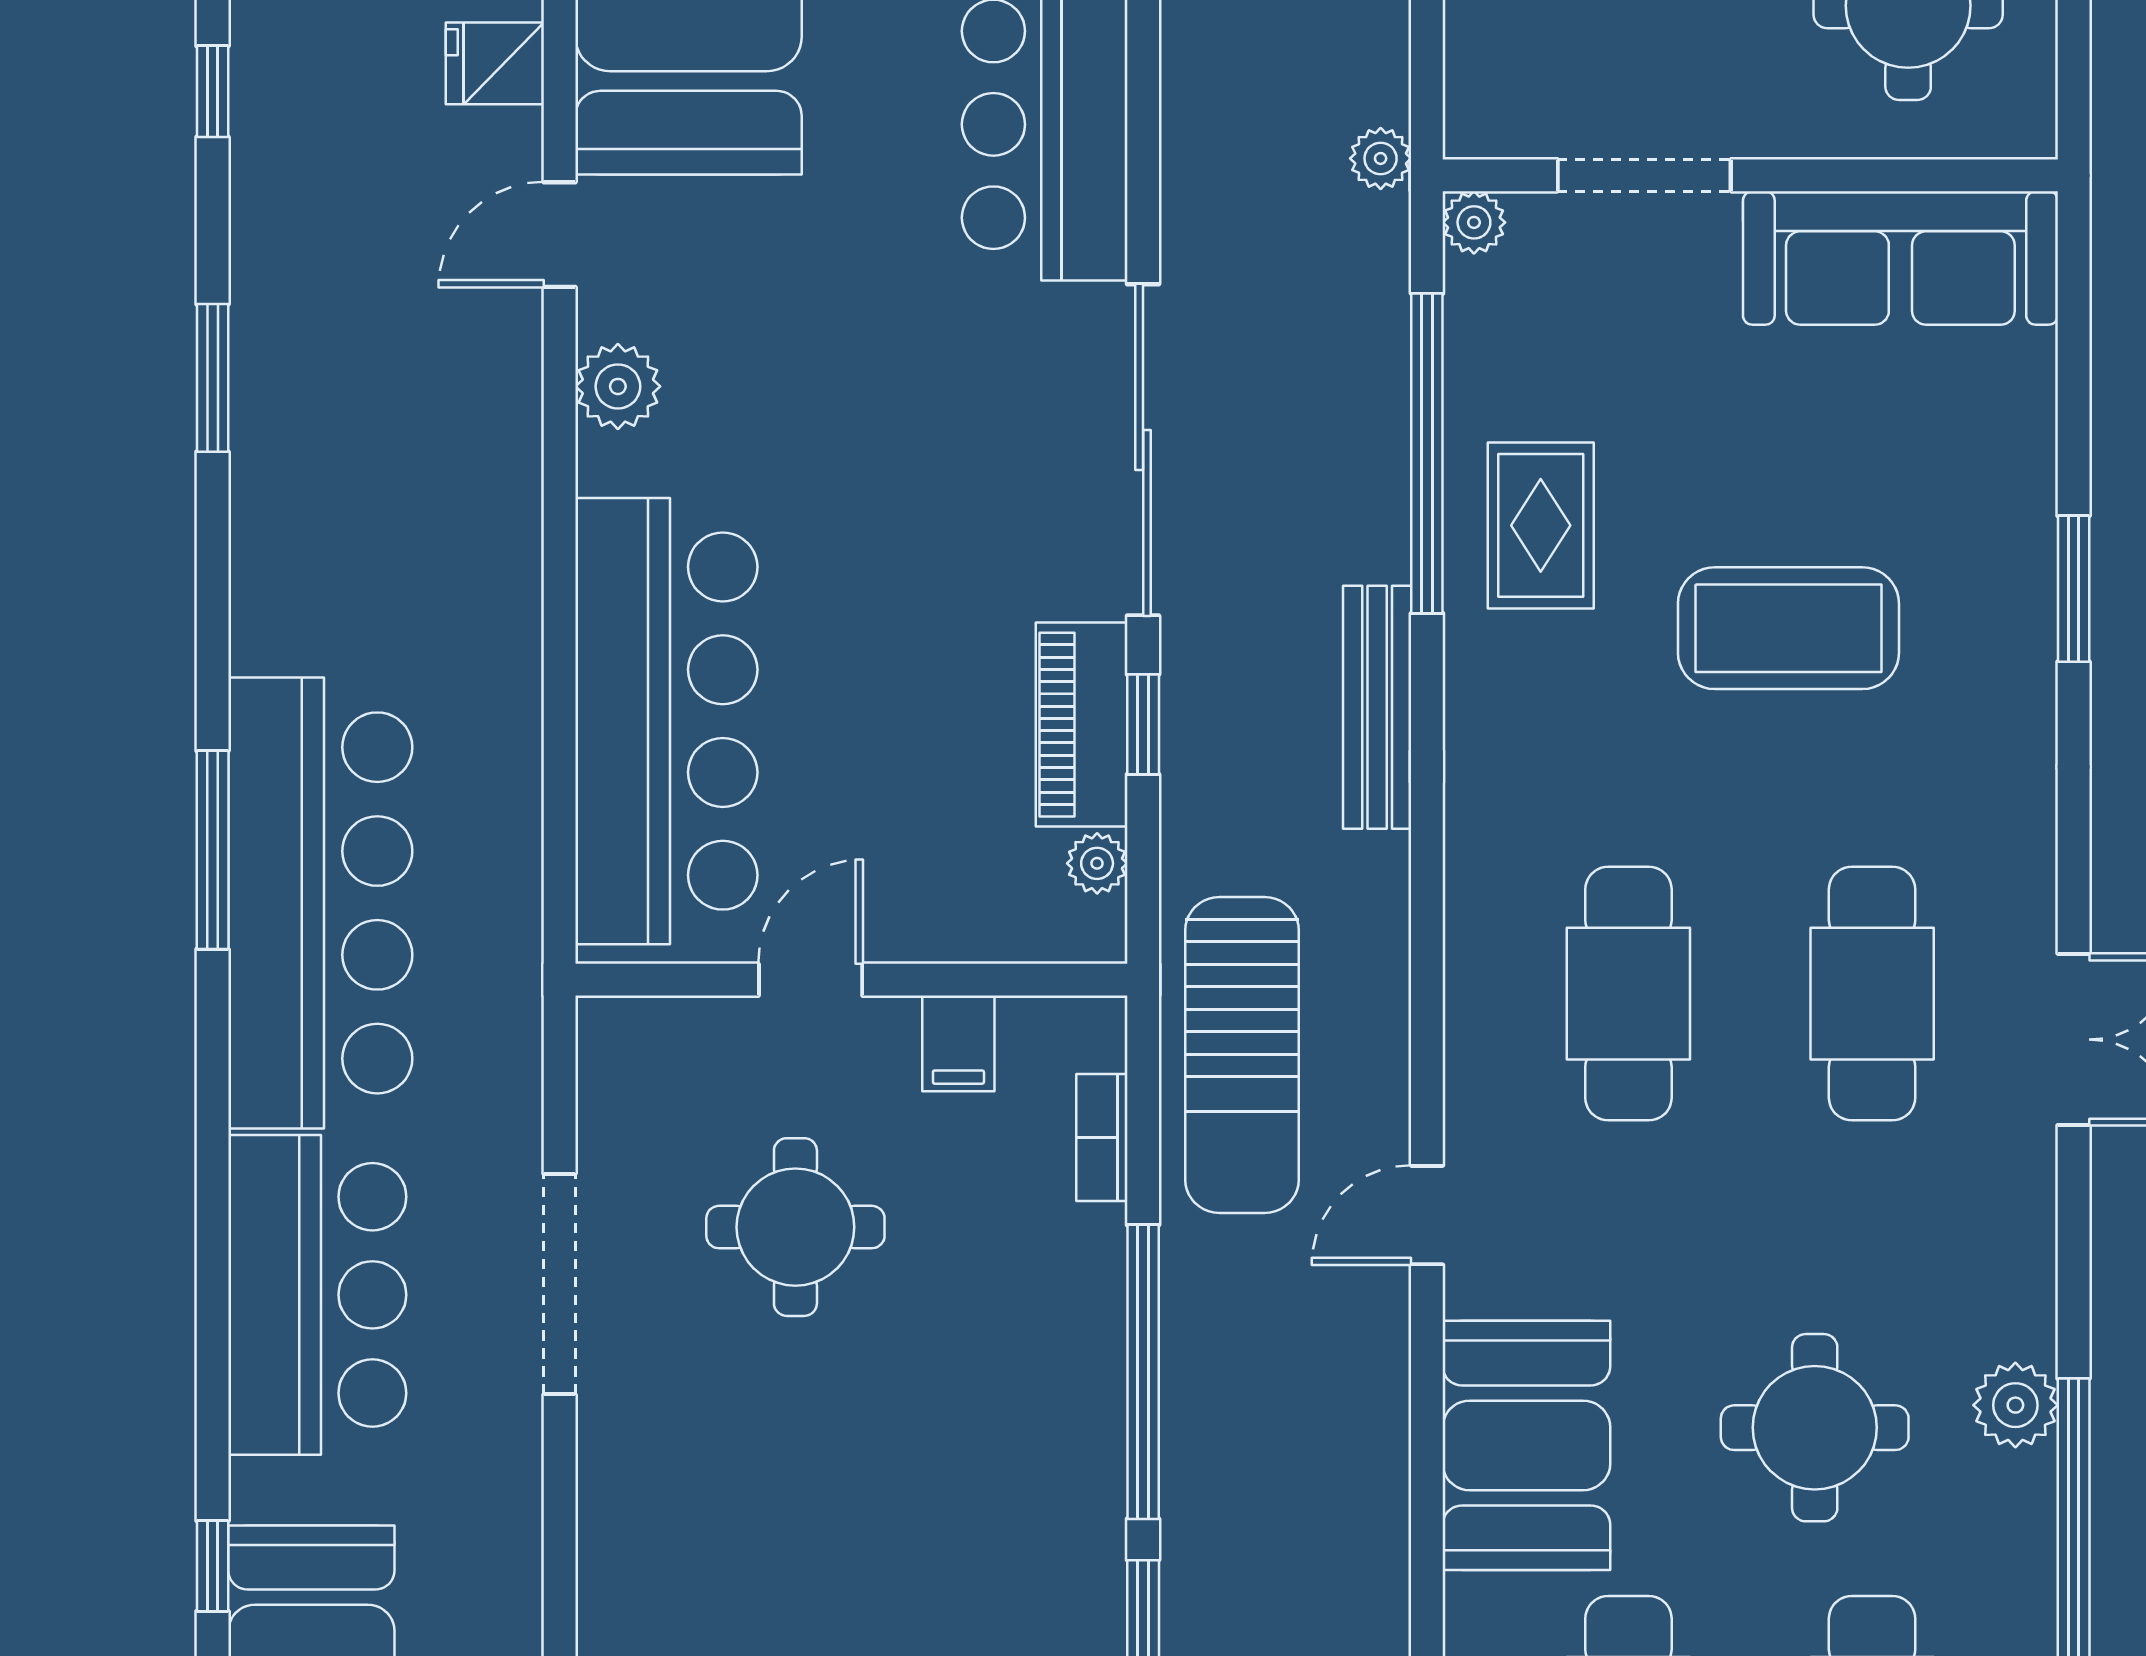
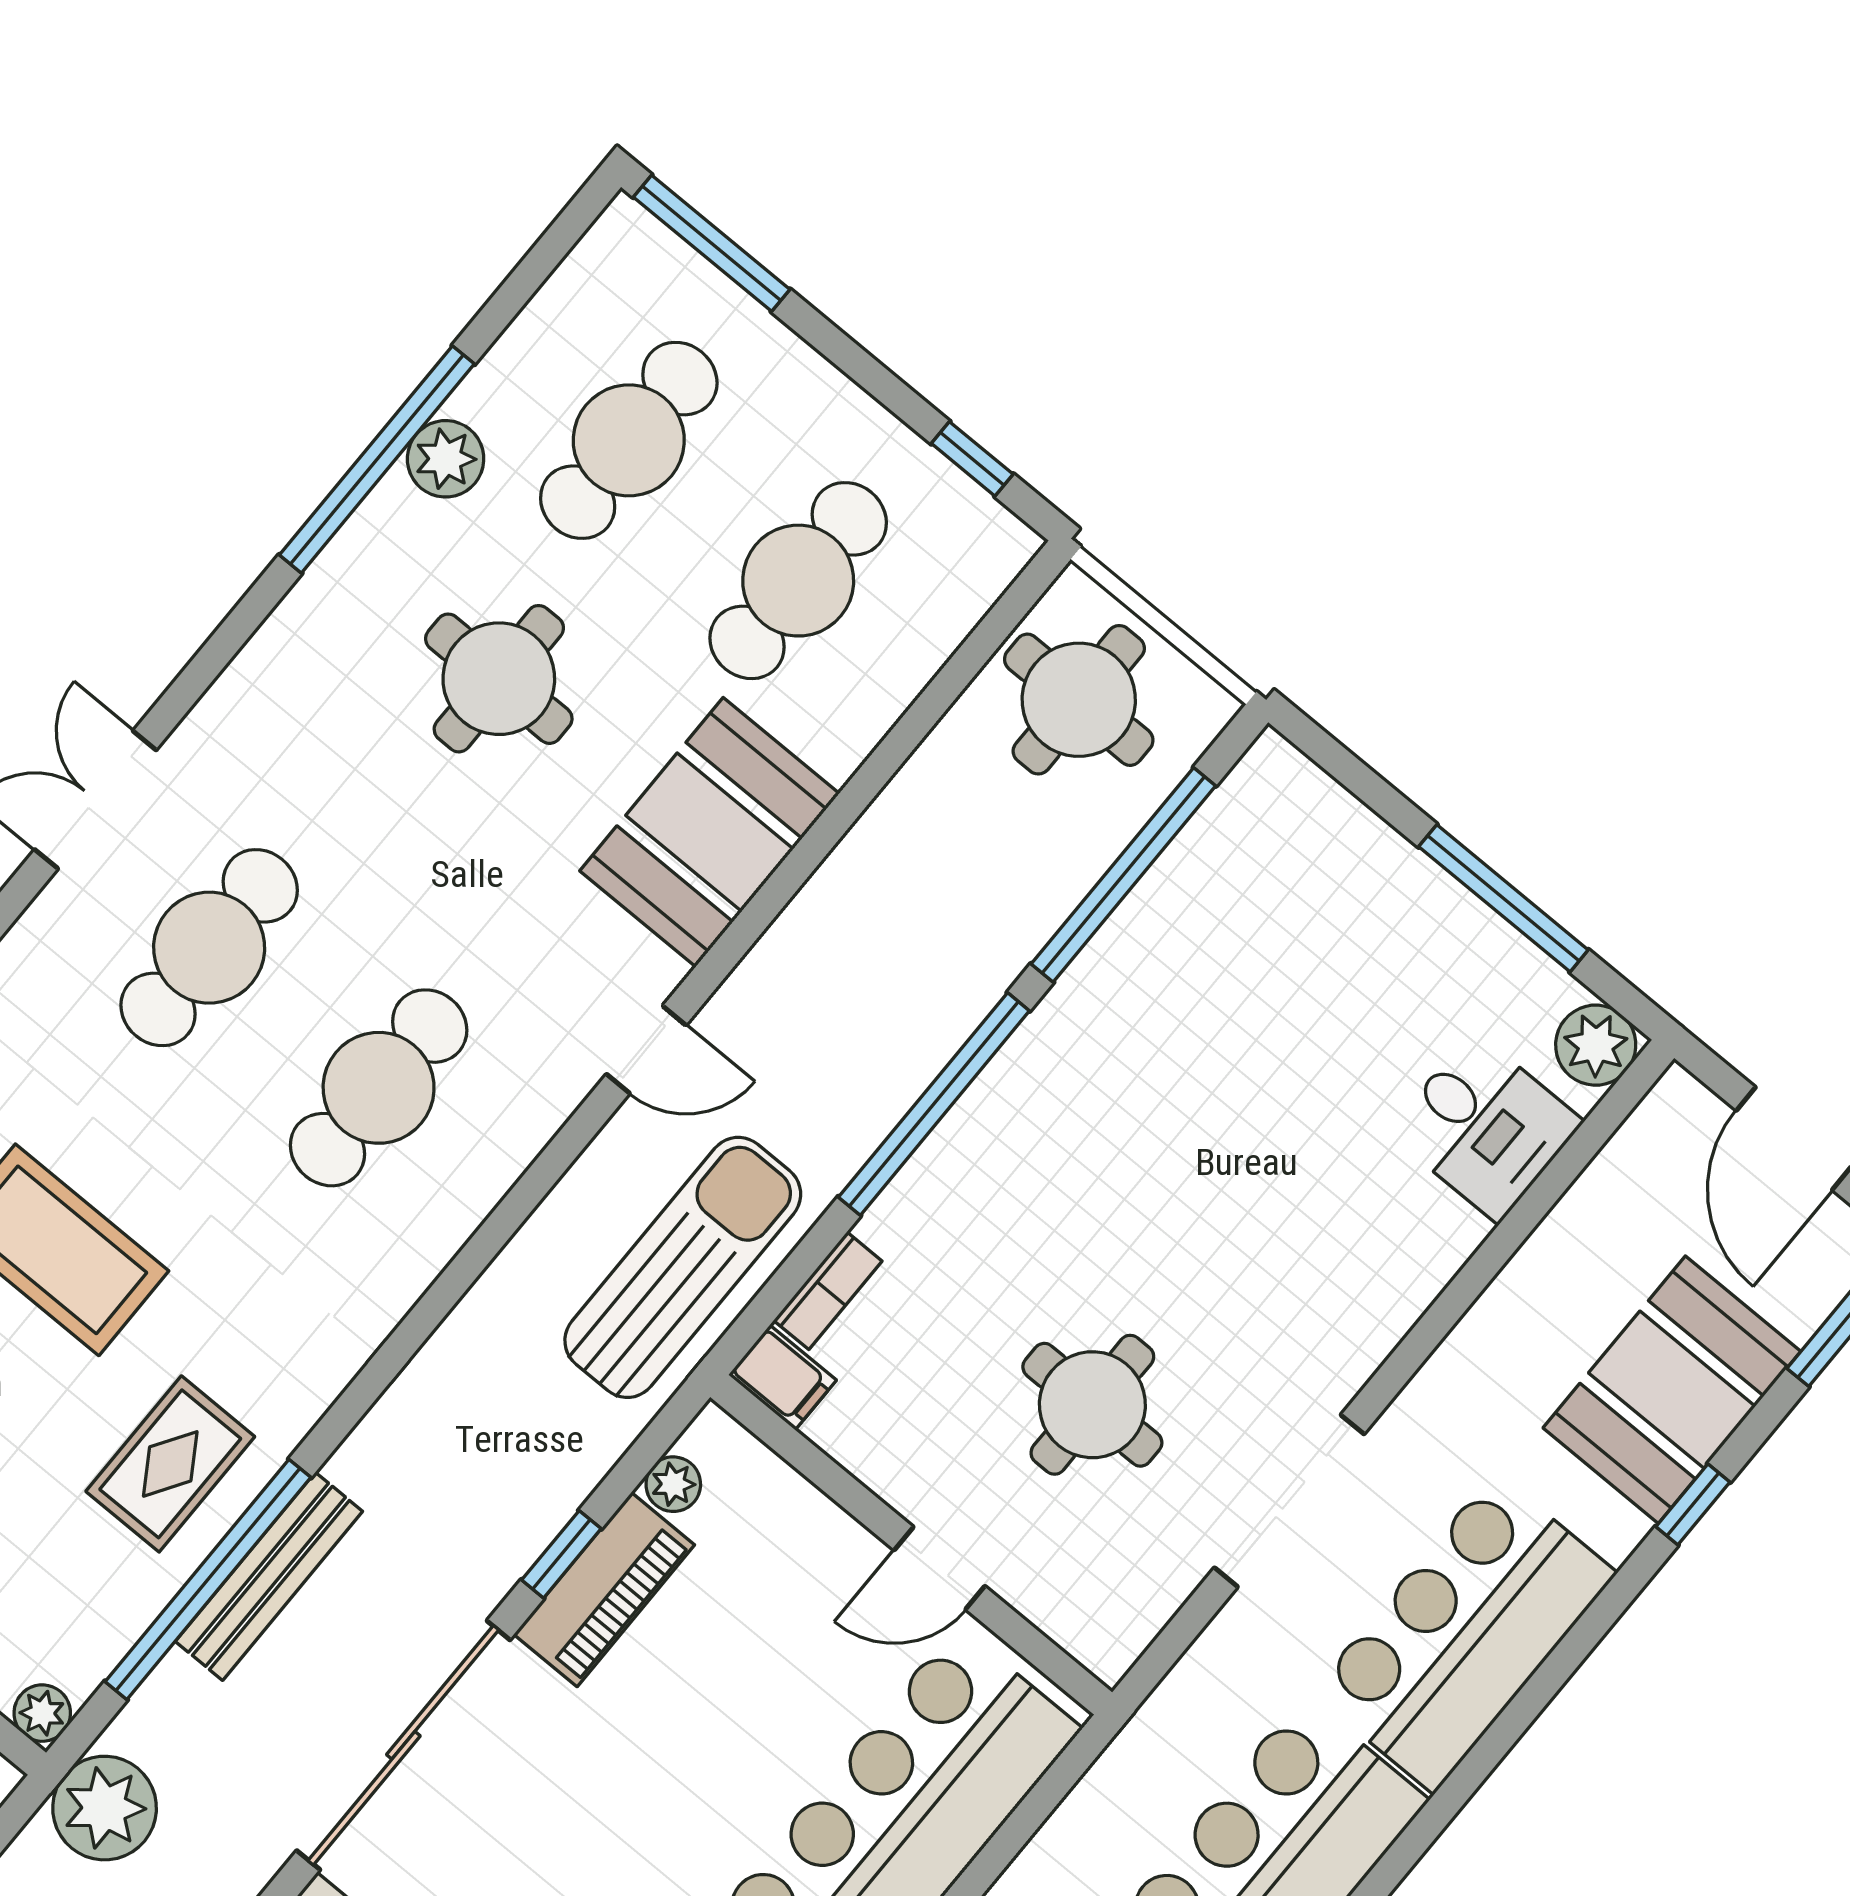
plant: (1381, 158) -> (105, 1808), width x1.87, depth x1.87
bench: (1377, 707) -> (269, 1576), moved
filing cabinet: (958, 1043) -> (782, 1377), moved, turned 90
plant: (2015, 1405) -> (446, 459), moved

